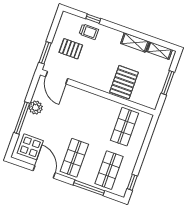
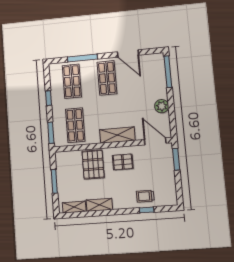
pallet: (71, 49) -> (123, 162), moved
shelving: (89, 99) -> (117, 135), added
window: (22, 118) -> (168, 72), moved
window: (151, 130) -> (51, 133), added
display table: (30, 147) -> (150, 70), removed
window: (132, 182) -> (48, 98), moved

